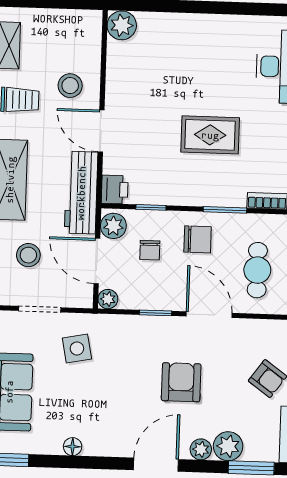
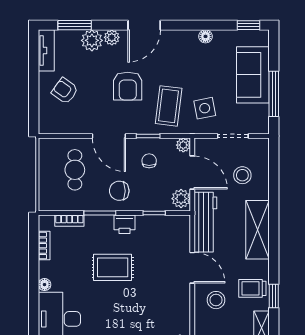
printer: (115, 189) -> (125, 224), moved, turned -90
chair: (150, 250) -> (149, 161), moved
coffee table: (126, 353) -> (169, 106), added

